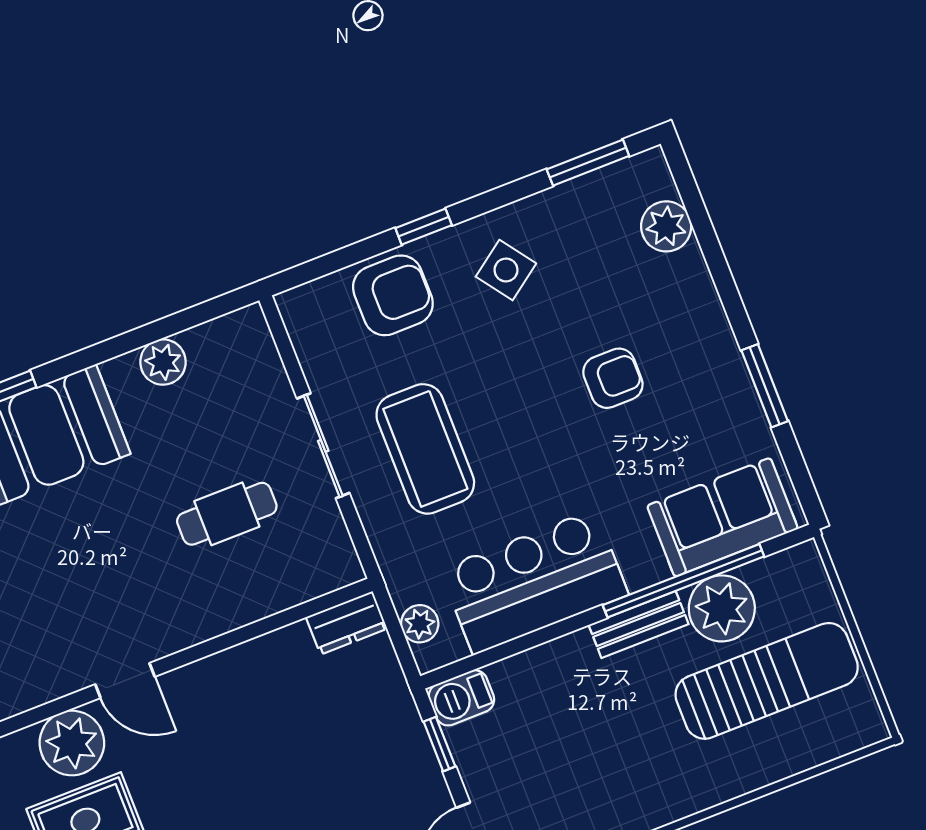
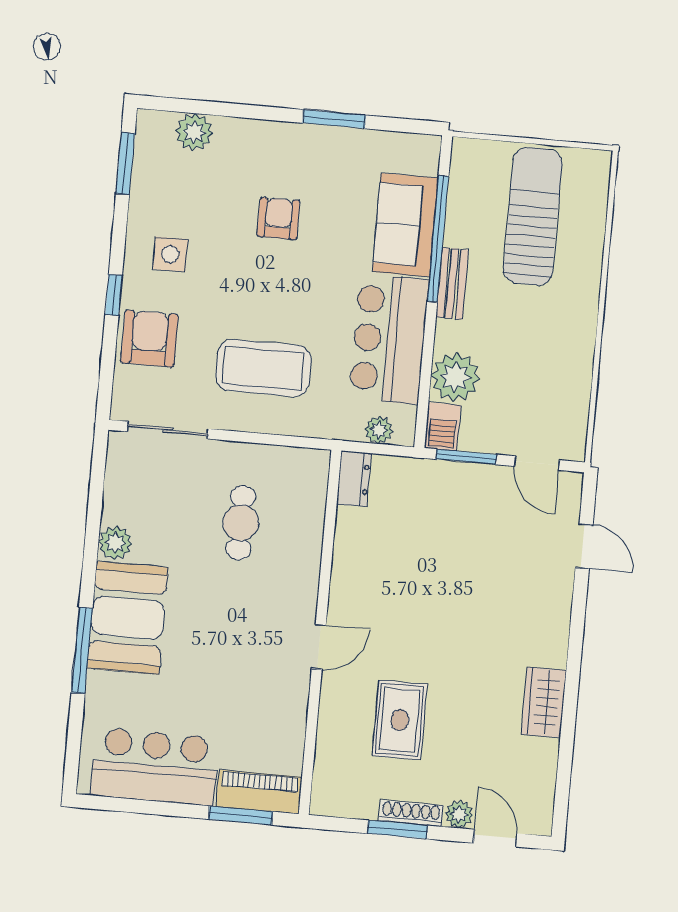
side table: (506, 270) -> (170, 254), turned 36
plant: (163, 362) -> (115, 543), moved
sliding door: (323, 446) -> (168, 430), moved
sofa: (722, 517) -> (405, 225), moved
plant: (722, 608) -> (455, 377), moved
plant: (72, 743) -> (343, 703), removed
window: (439, 744) -> (466, 457), width x1.50

